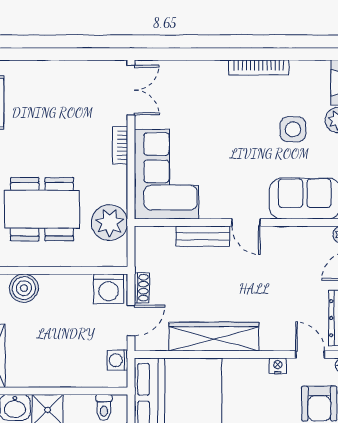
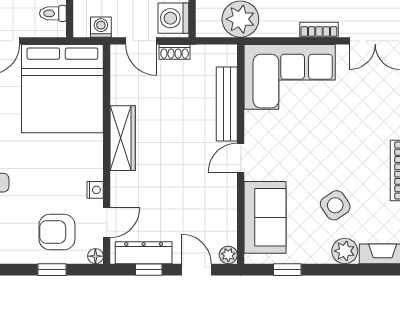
side table: (293, 129) -> (335, 205), turned -34
bench: (203, 236) -> (227, 104), width x1.36
wardrobe: (214, 337) -> (123, 138), width x0.71, depth x0.85

